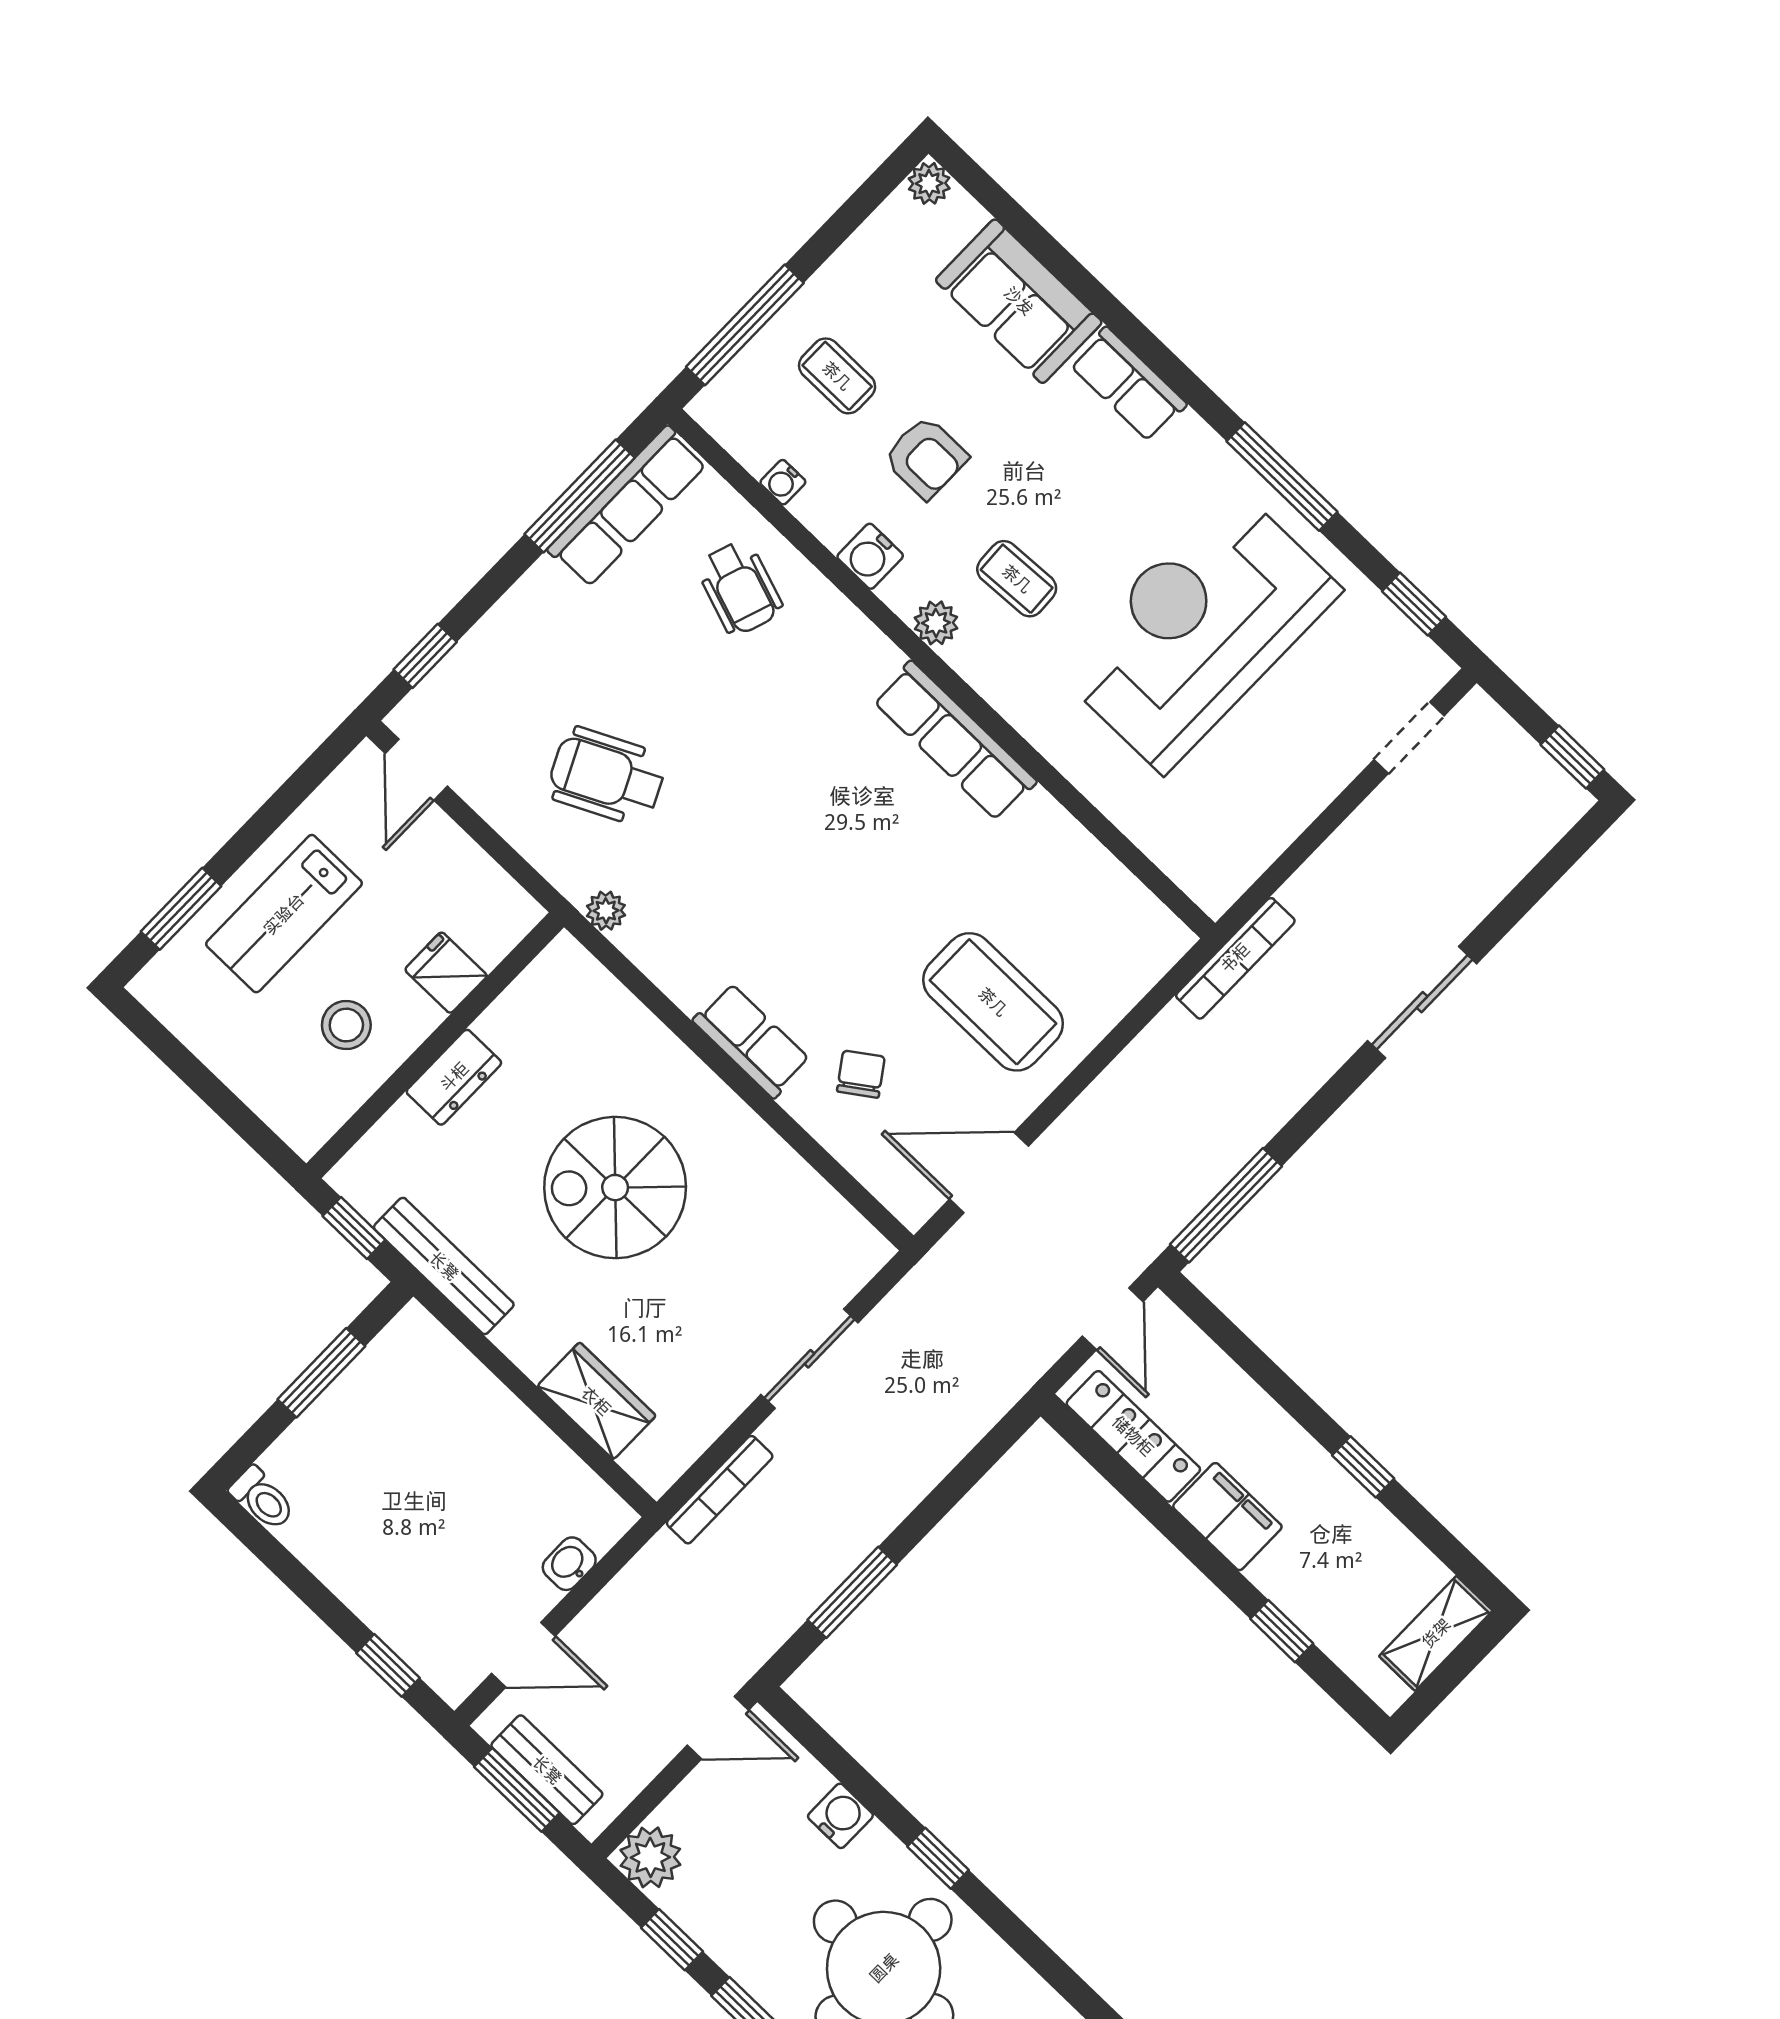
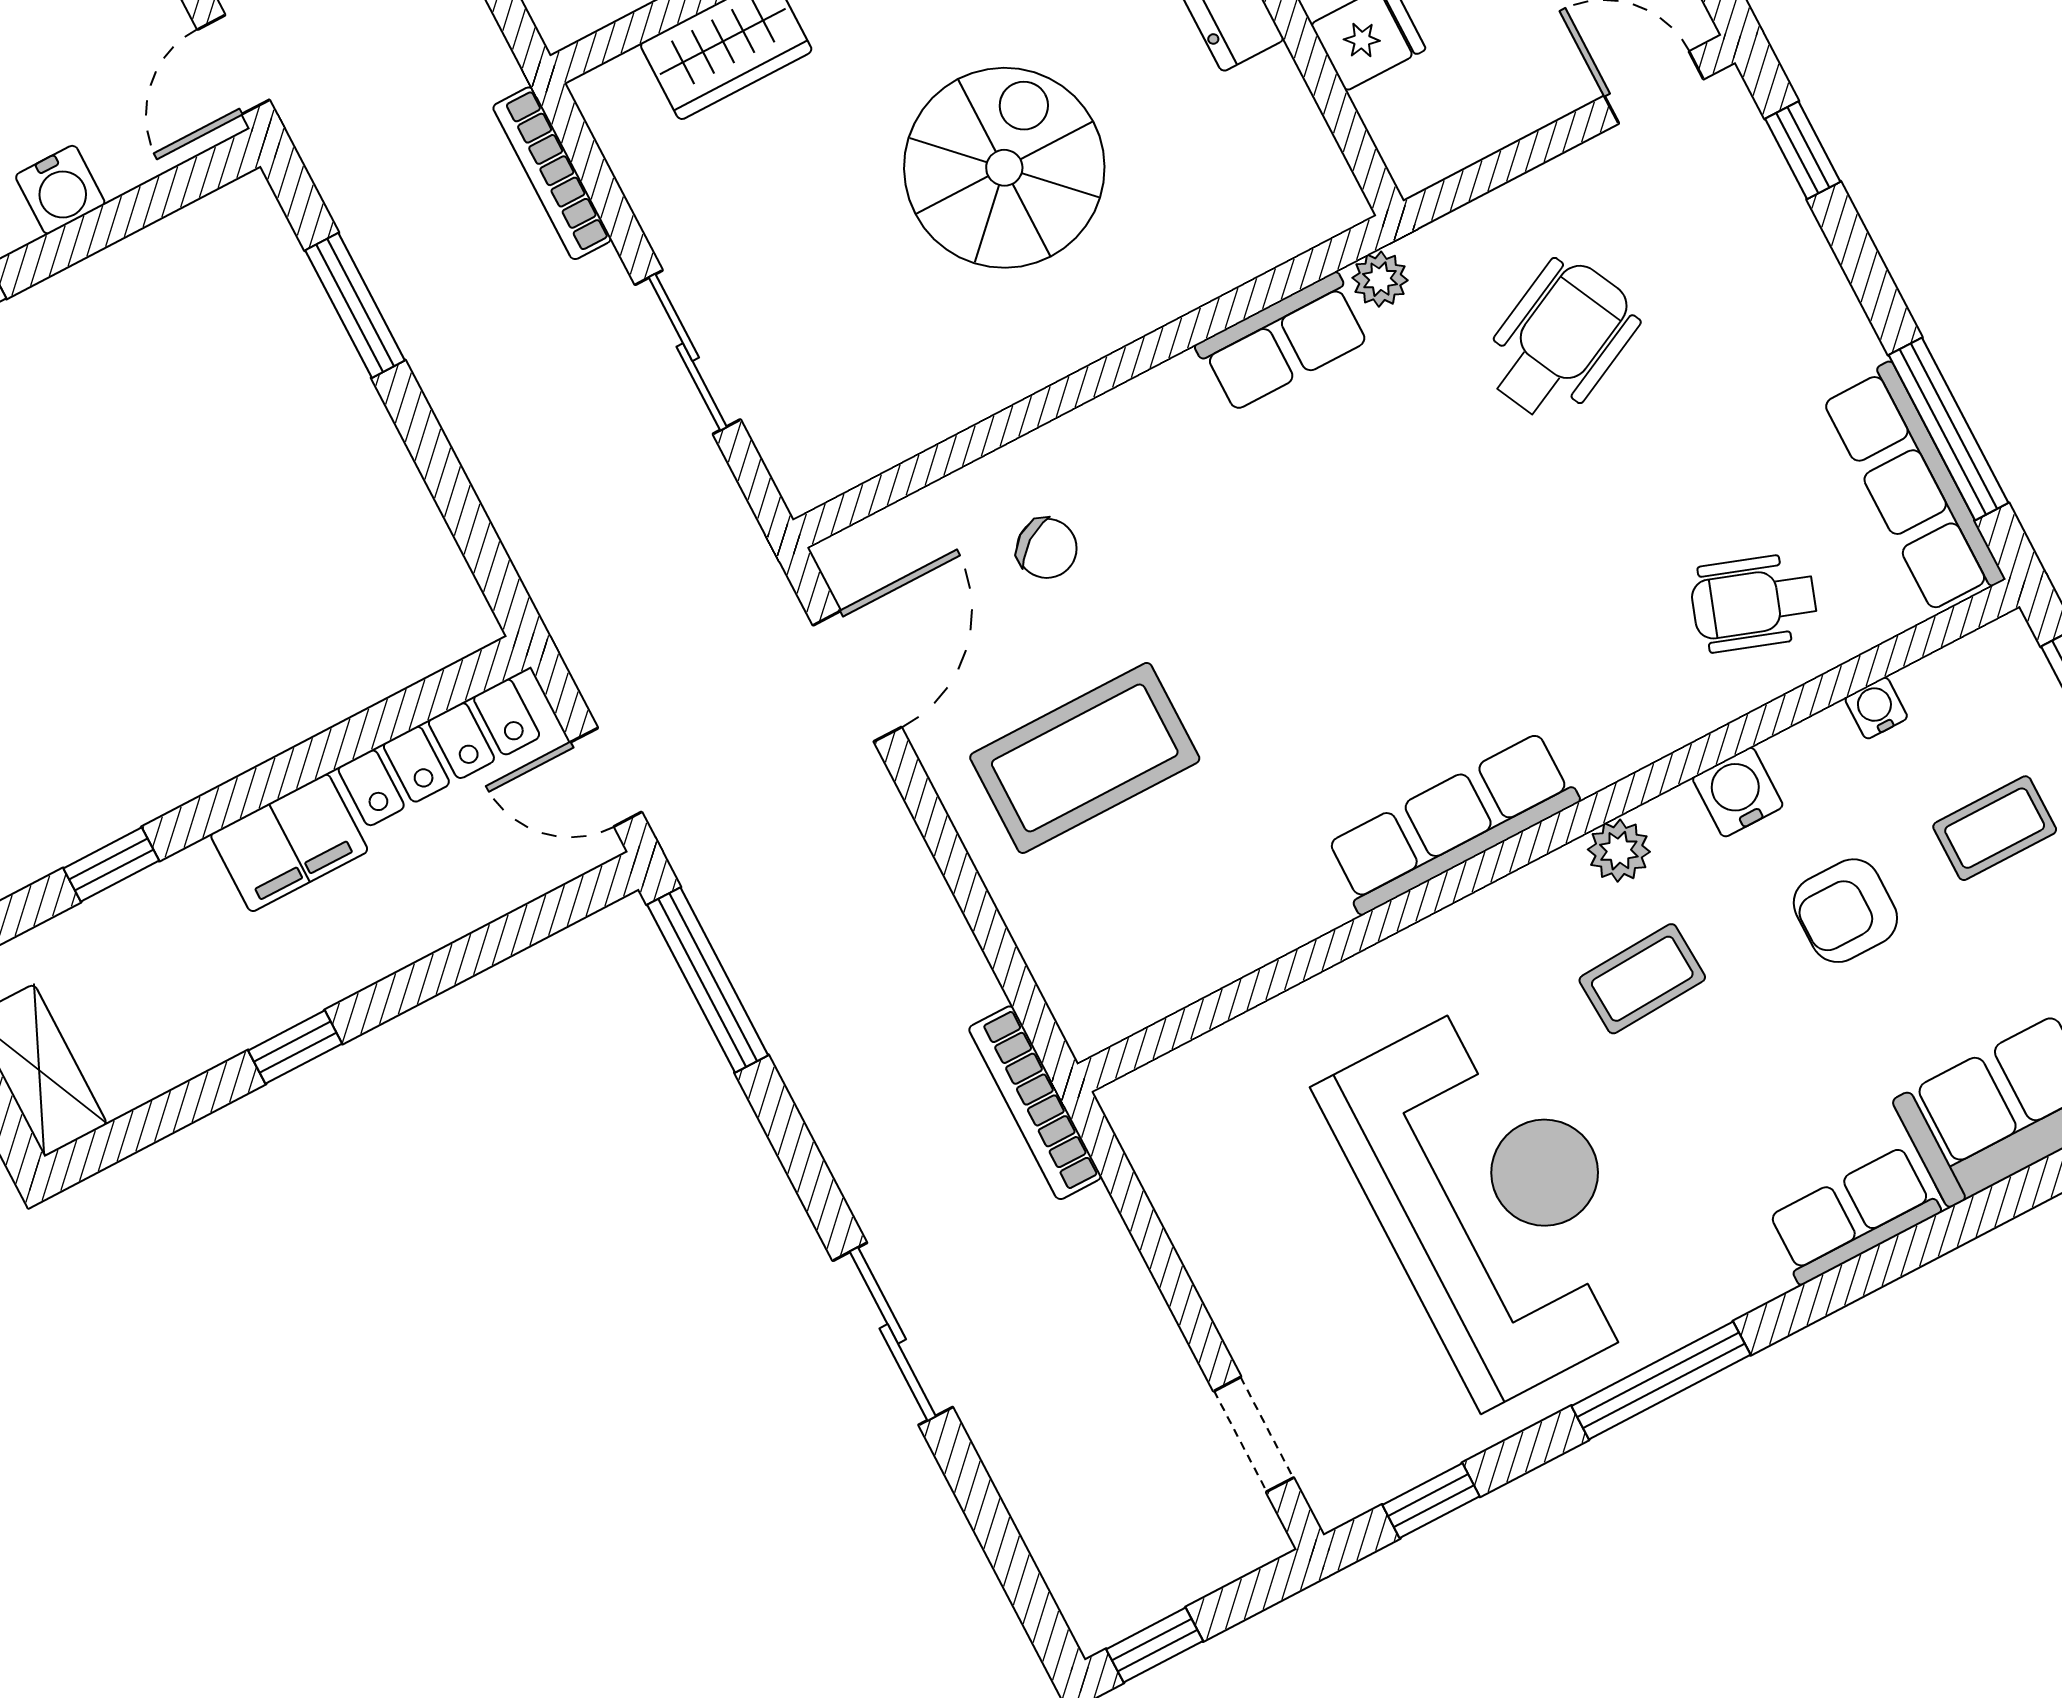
row of seats: (752, 1041) -> (1283, 342), moved

